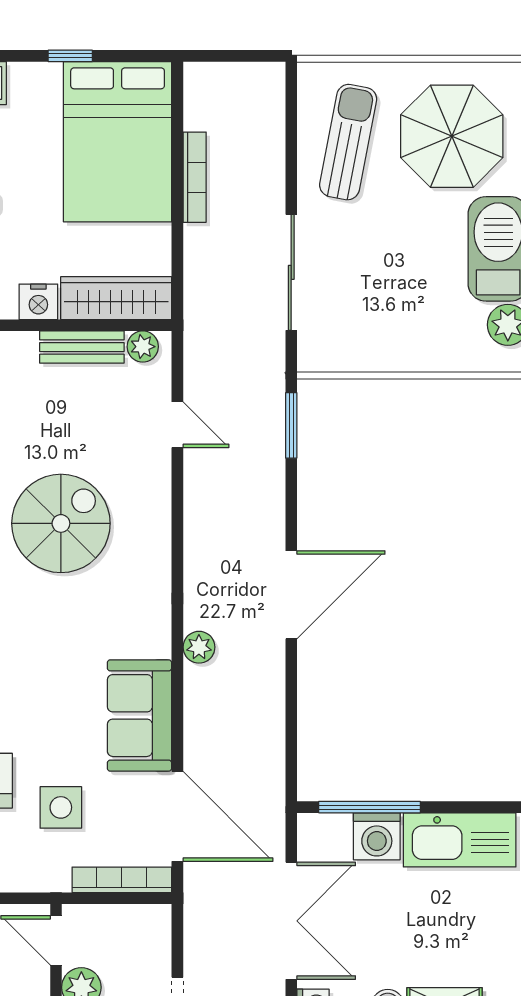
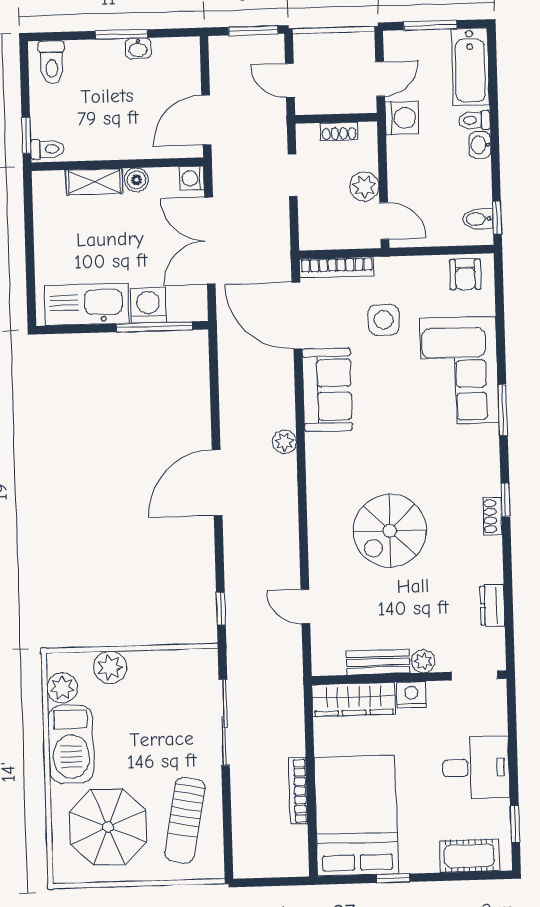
plant: (143, 347) -> (423, 661), moved
plant: (443, 351) -> (110, 667), added
window: (291, 425) -> (221, 609), width x0.67

